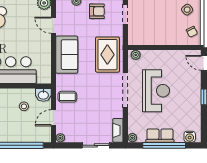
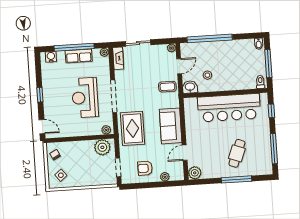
door: (53, 25) -> (185, 153), swing flipped
plant: (141, 37) -> (102, 147), added

